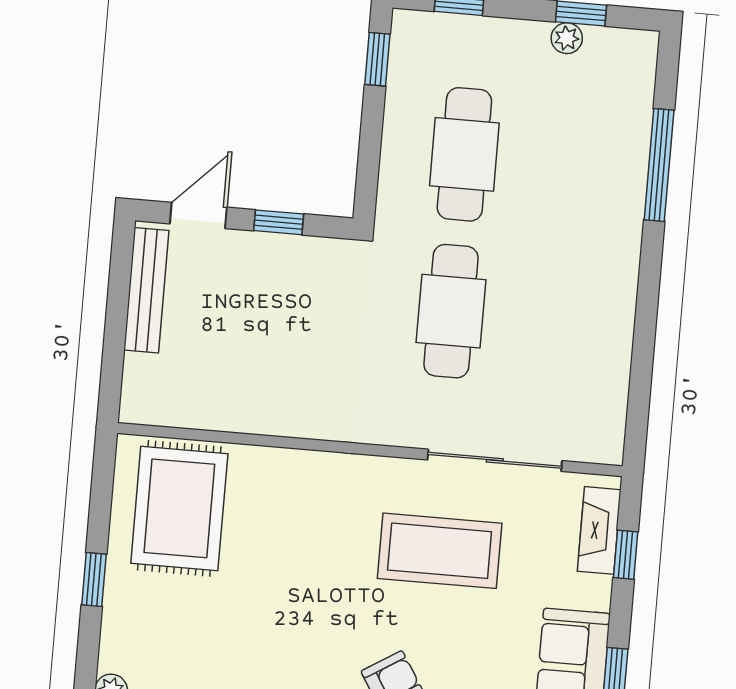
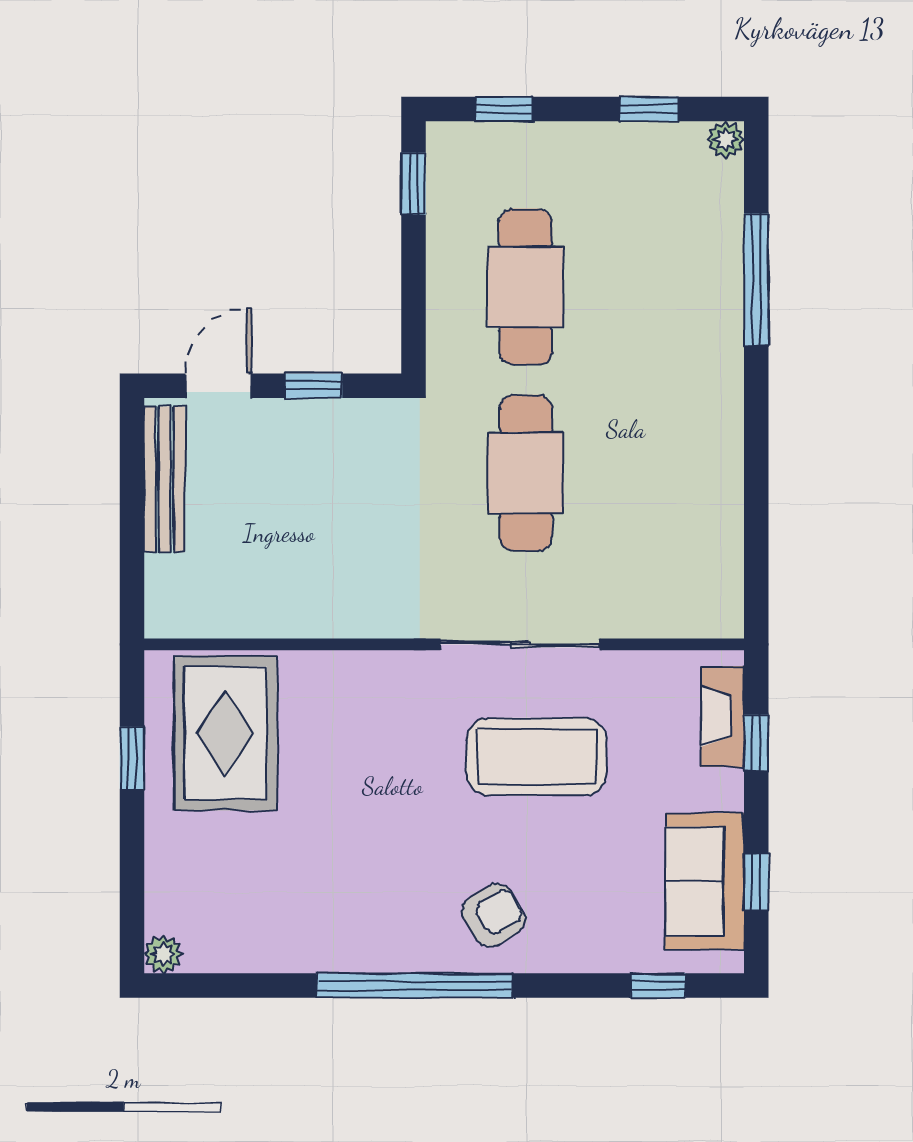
plant: (567, 38) -> (726, 140), moved
sliding door: (495, 460) -> (520, 644), moved
window: (94, 579) -> (132, 758), moved

